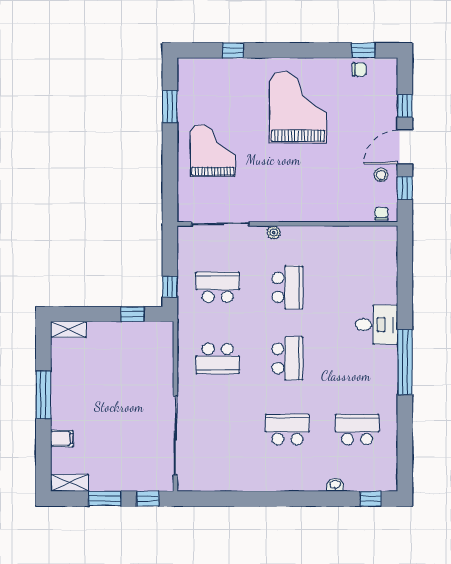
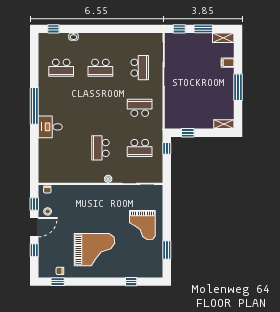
grand piano: (298, 107) -> (94, 250), turned -90
school desk: (287, 358) -> (140, 68), moved, turned 180

